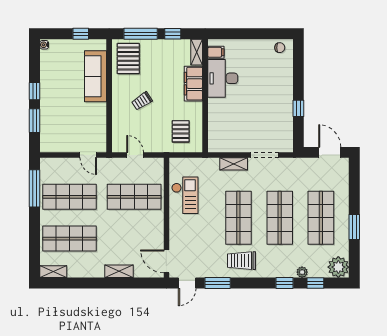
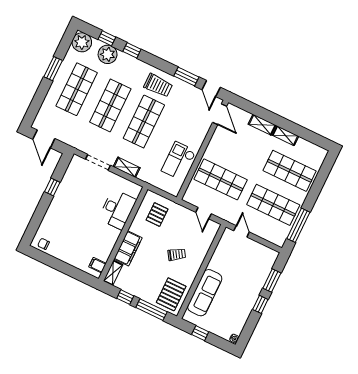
desk: (223, 78) -> (117, 209), moved
shelving: (53, 272) -> (285, 136), moved
plant: (302, 272) -> (108, 54), width x1.88, depth x1.88
door: (187, 283) -> (211, 89), swing flipped

